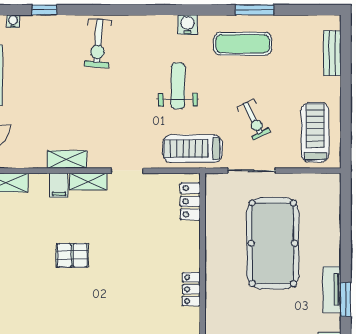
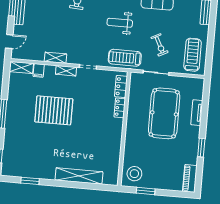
weight bench: (178, 86) -> (120, 23), turned -90
filing cabinet: (59, 185) -> (39, 70), moved
pallet: (72, 255) -> (54, 110), width x2.05, depth x2.00
locker: (191, 289) -> (120, 108), moved
tv unit: (332, 289) -> (197, 113), moved

